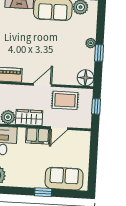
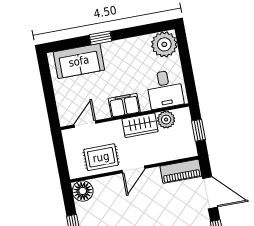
window: (96, 106) -> (61, 159), removed
door: (59, 128) -> (85, 124), moved

